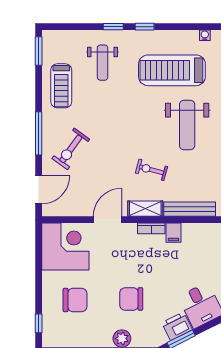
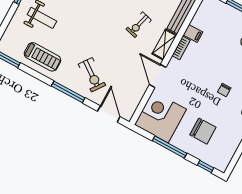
window: (39, 274) -> (170, 147), added
chair: (131, 299) -> (224, 90), width x0.54, depth x0.54
chair: (75, 300) -> (203, 131), turned 90

